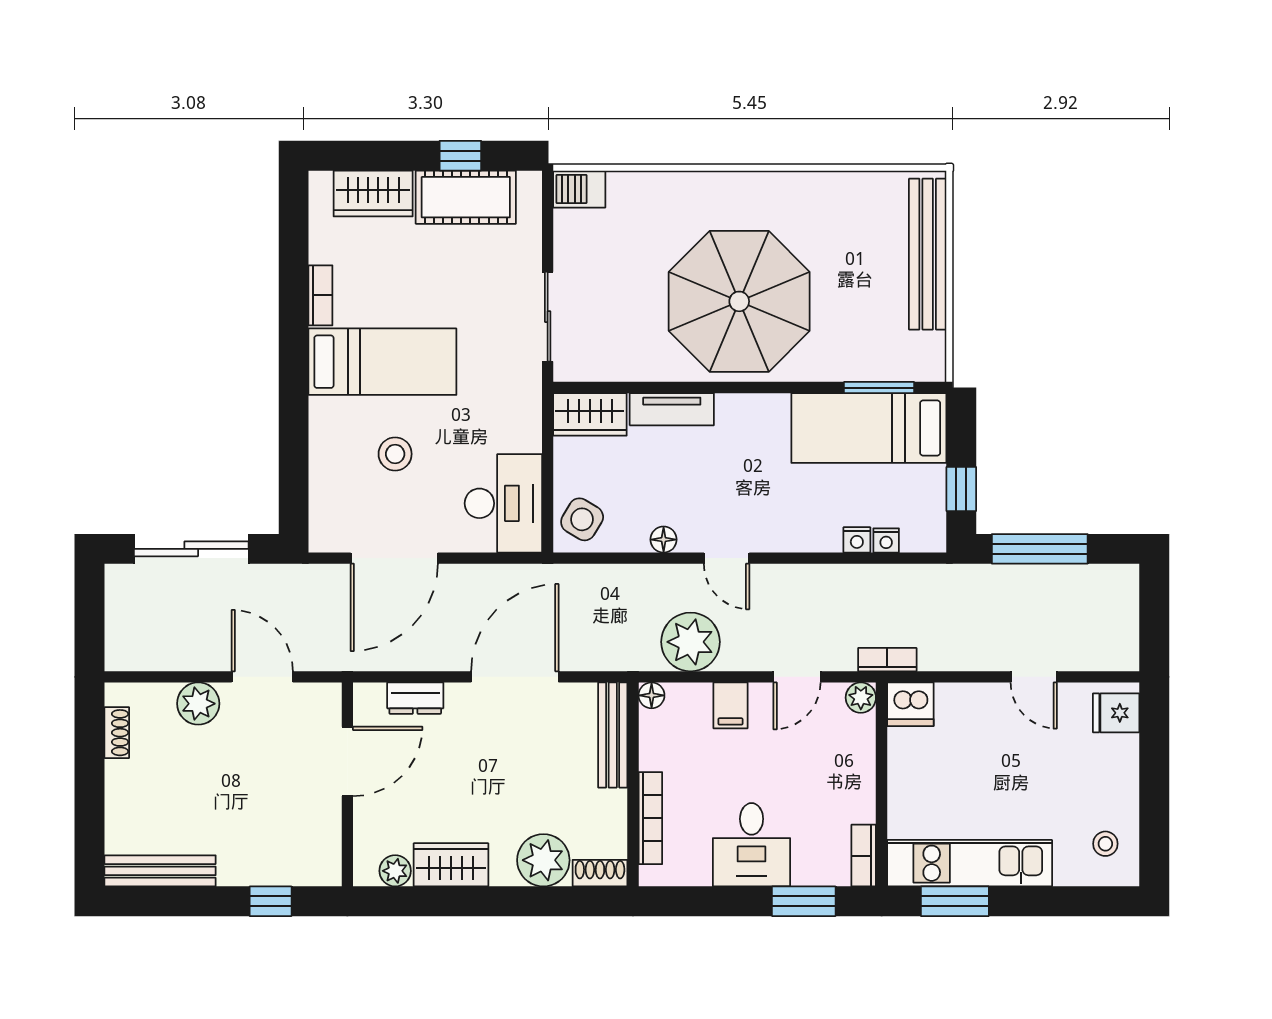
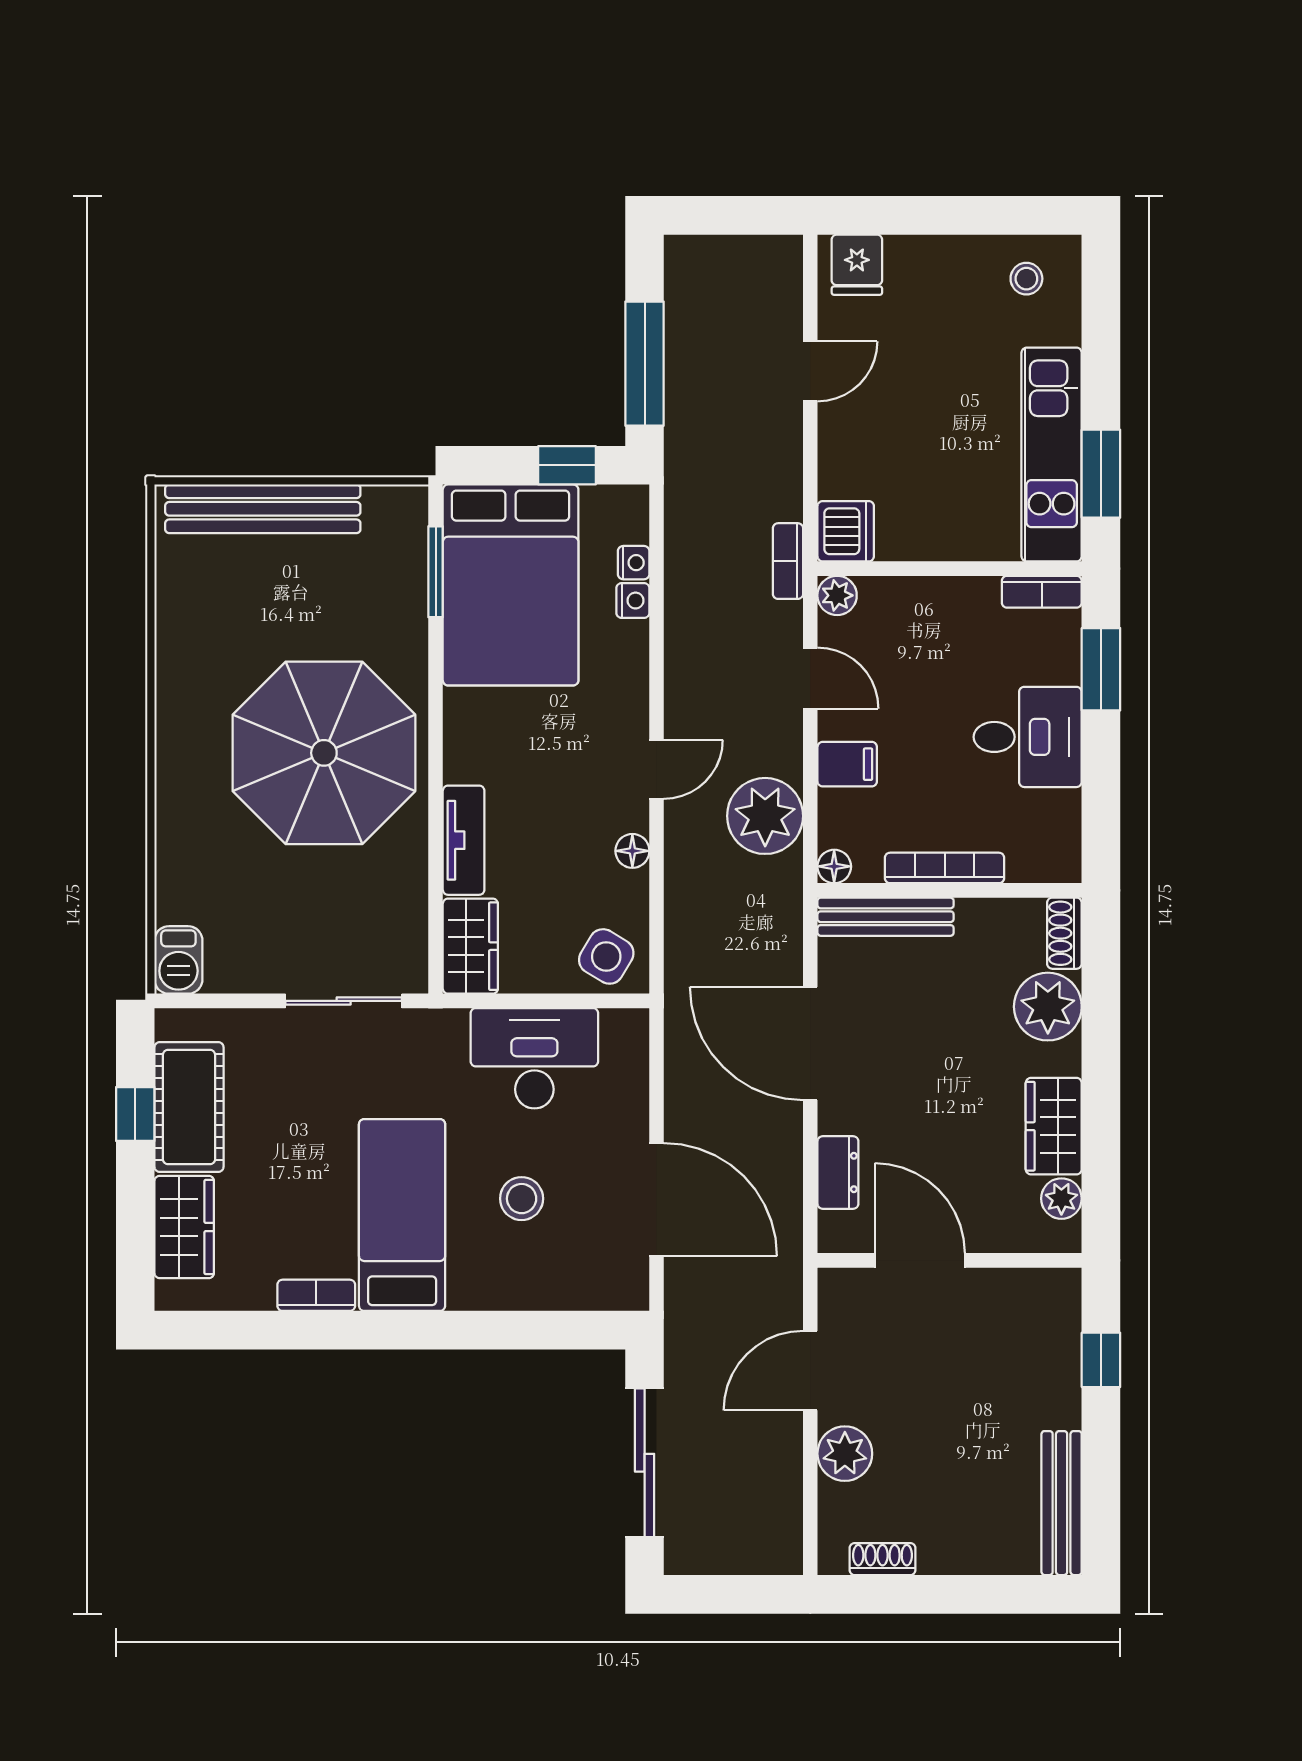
bed: (869, 428) -> (511, 585), width x1.50
desk: (503, 503) -> (534, 1058), moved
bookcase: (650, 818) -> (945, 868), moved

